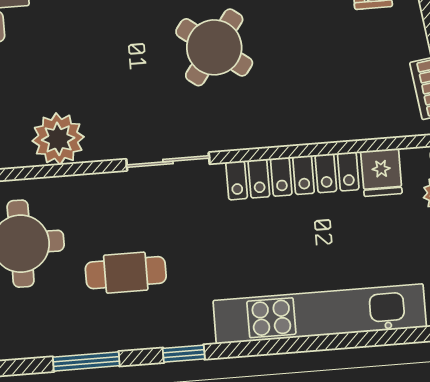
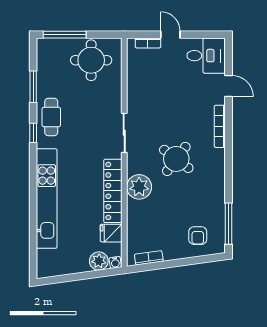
plant: (58, 139) -> (139, 187), moved
cafe table: (126, 273) -> (51, 117), moved

